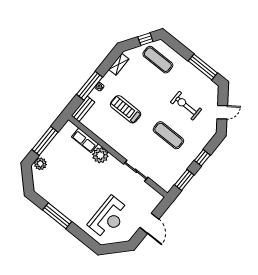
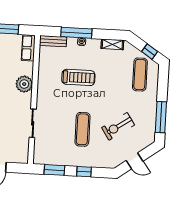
exercise bike: (186, 106) -> (118, 126), turned -124
treadmill: (126, 109) -> (78, 77), turned 90
row of seats: (85, 140) -> (28, 48), moved

